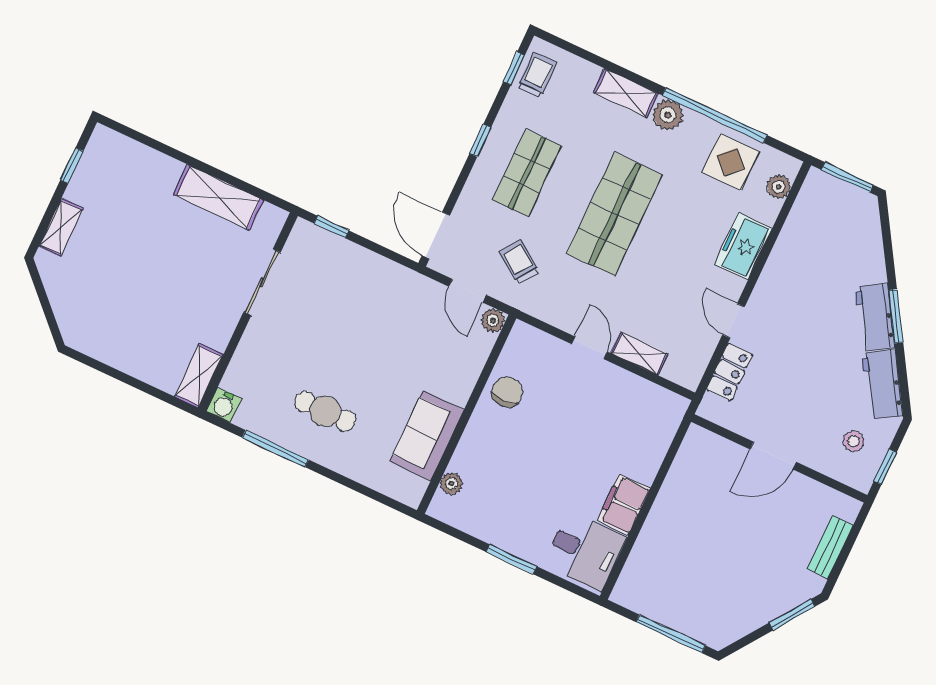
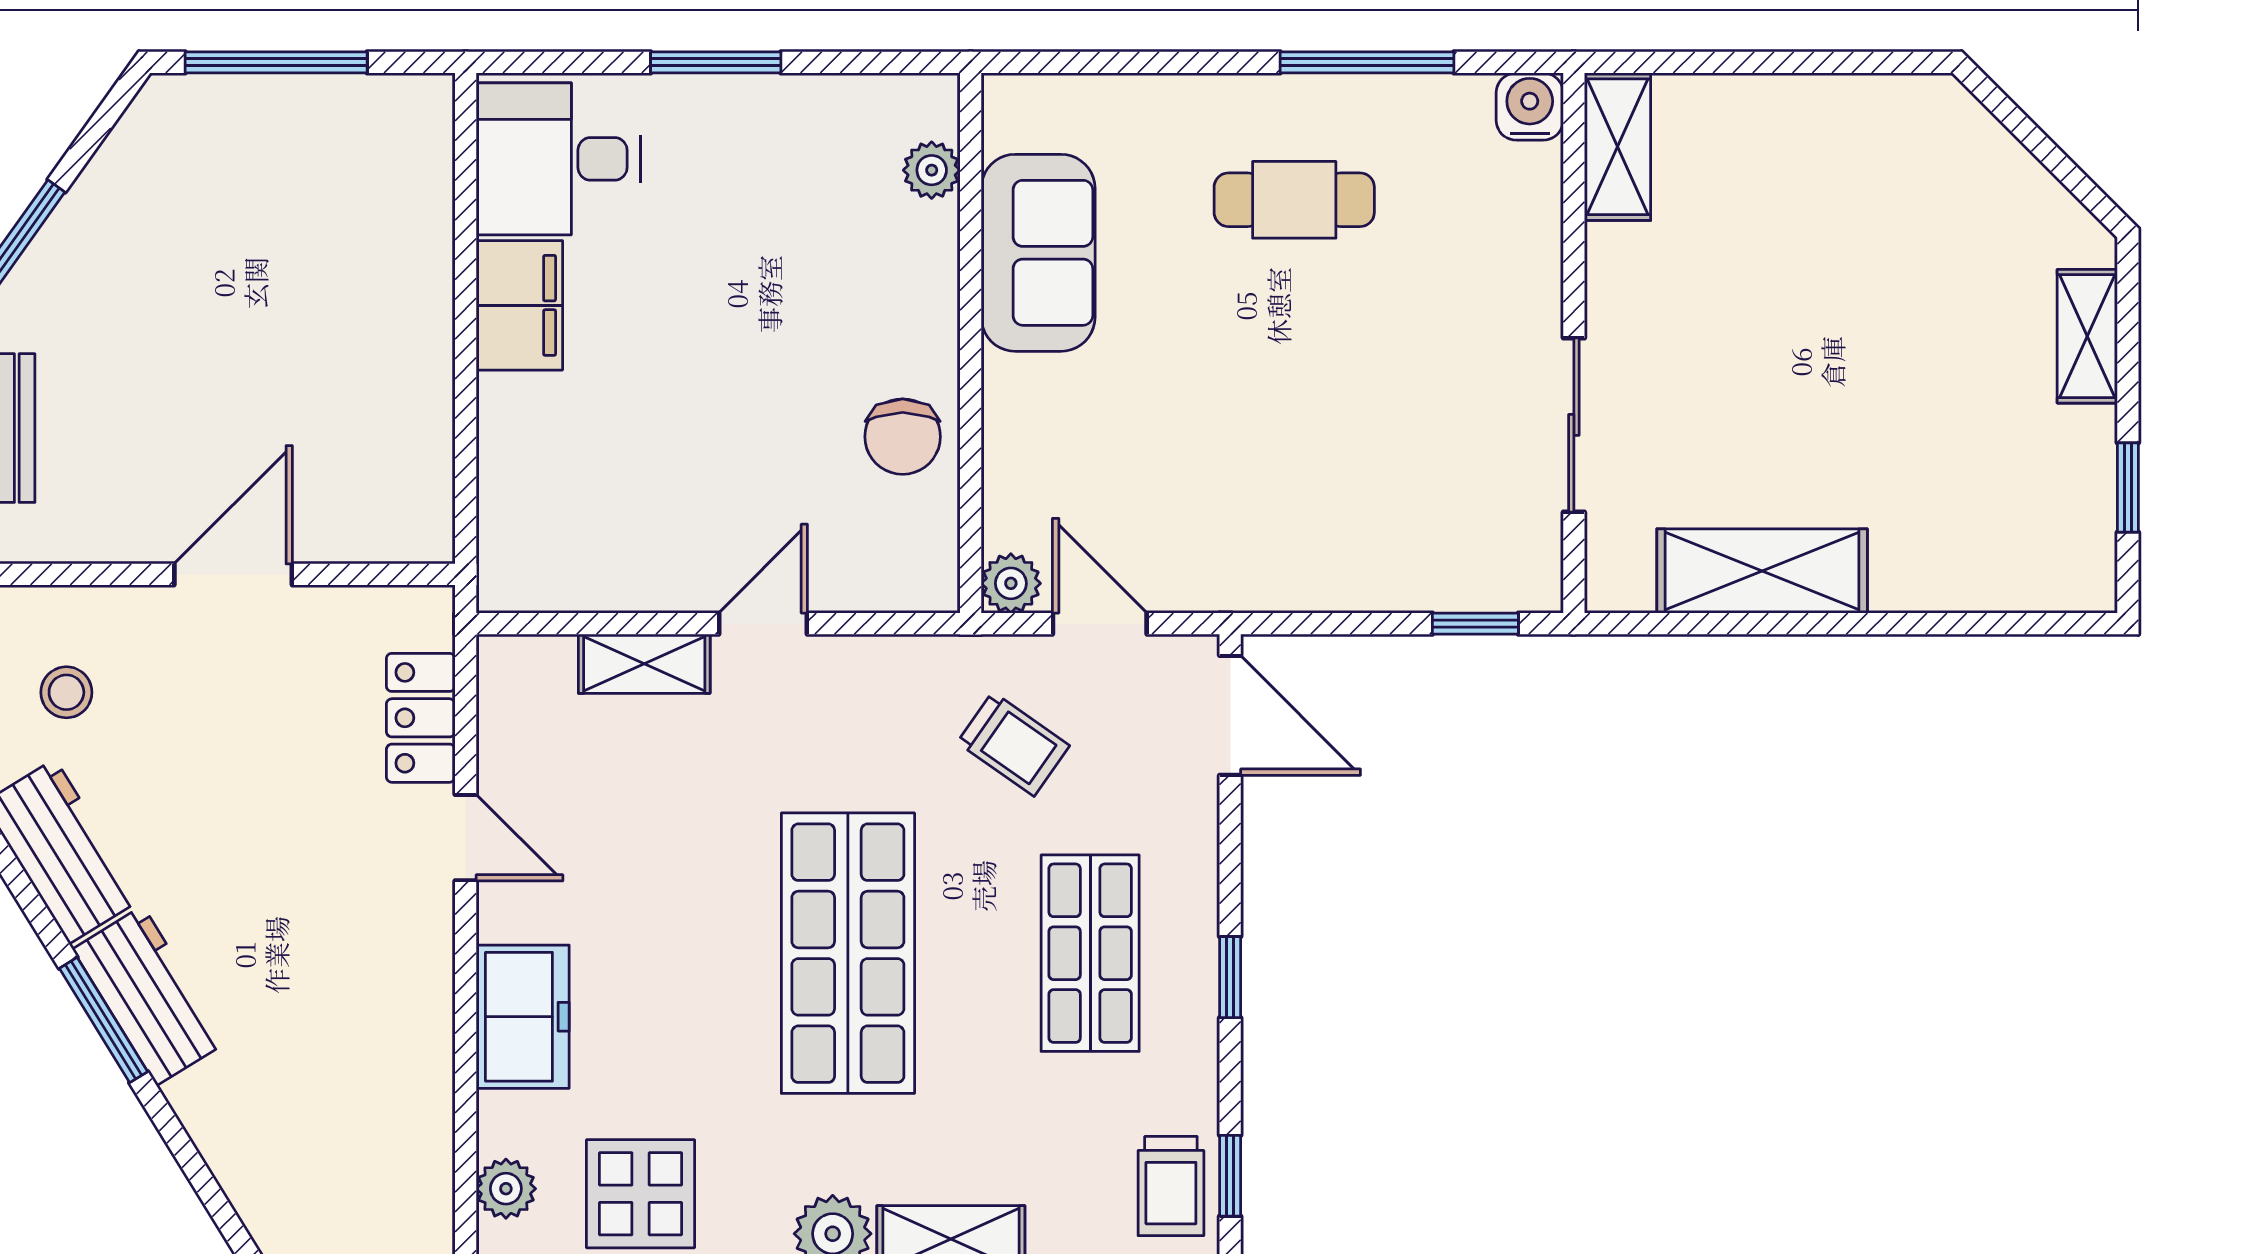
door: (589, 348) -> (763, 624), swing flipped

